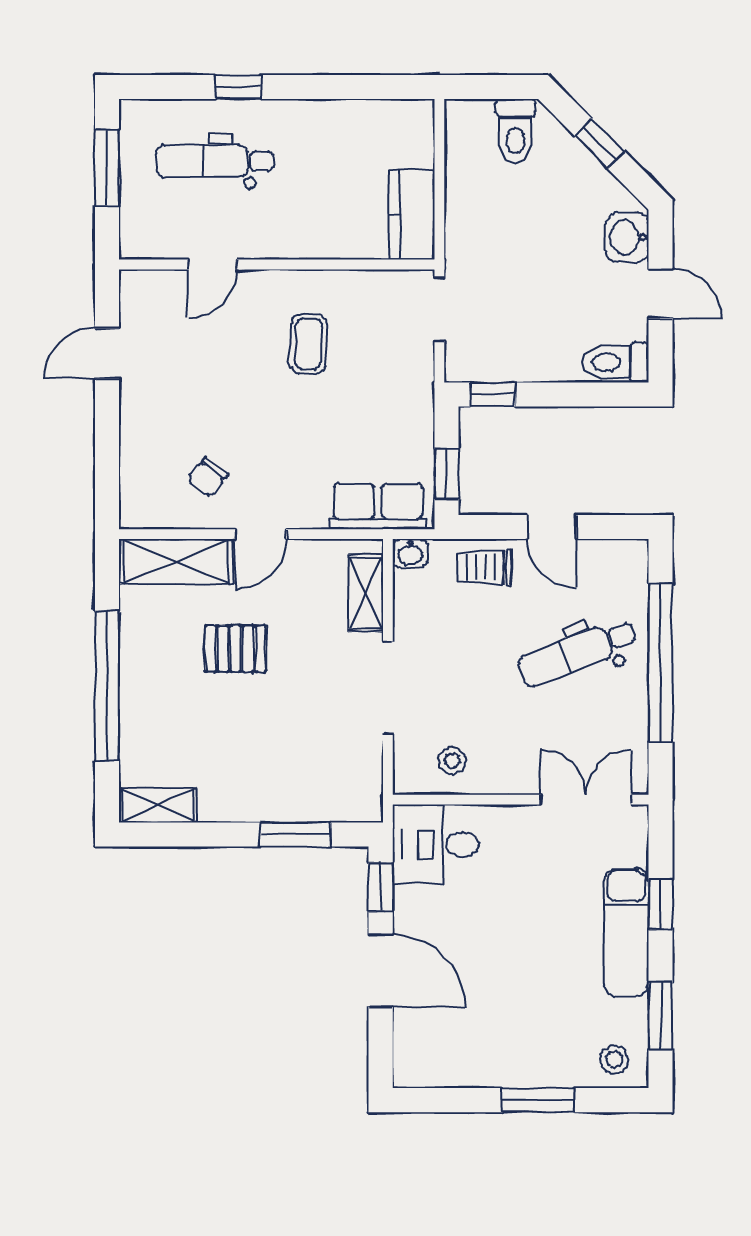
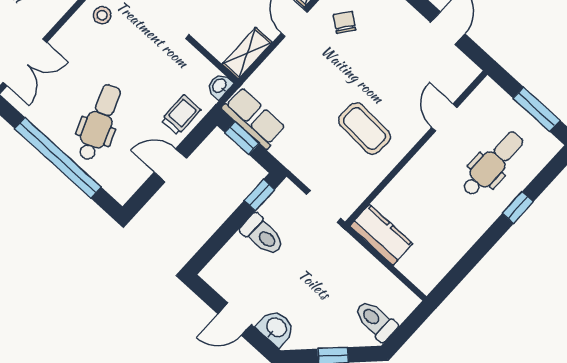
coffee table: (308, 344) -> (364, 129), width x1.36, depth x1.30
toilet: (615, 362) -> (263, 235), moved, turned 90
row of seats: (378, 506) -> (254, 118), moved, turned -90
shelving: (366, 593) -> (247, 53), moved, turned 90

